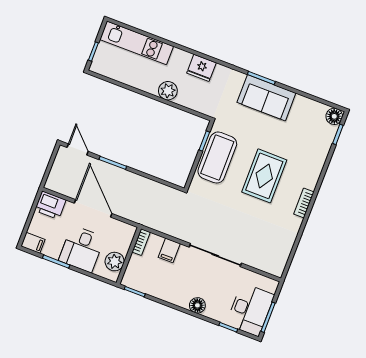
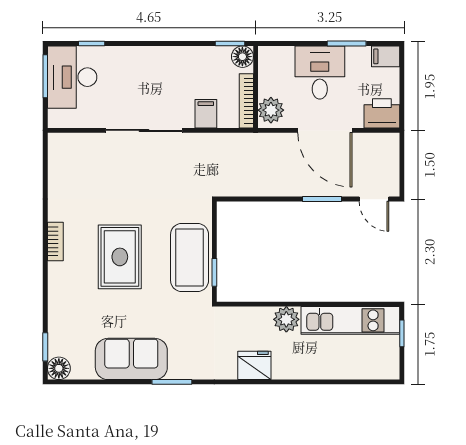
kitchen unit: (137, 43) -> (350, 320), moved, turned 180
sofa: (266, 98) -> (131, 359), moved
bookcase: (141, 242) -> (246, 101), width x1.56
plant: (115, 262) -> (271, 110), moved
floor lamp: (197, 305) -> (242, 57), moved

